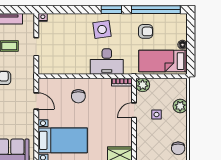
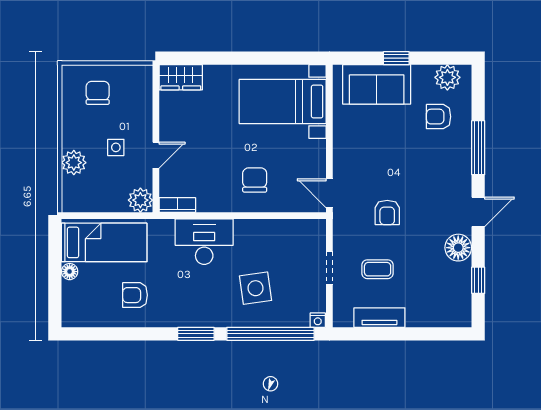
window: (156, 10) -> (270, 334), moved
side table: (102, 29) -> (256, 288), moved
door: (36, 101) -> (329, 193), moved
chair: (178, 148) -> (98, 93), moved

